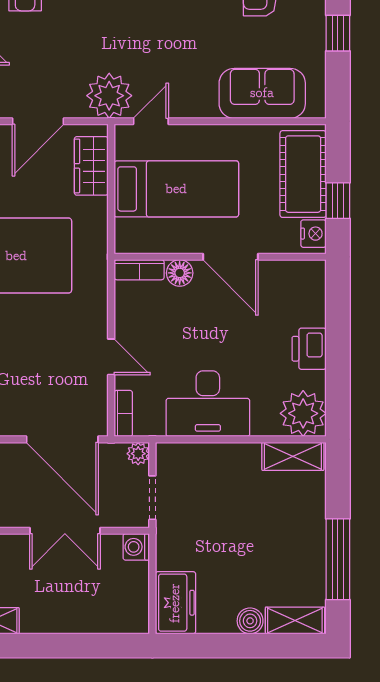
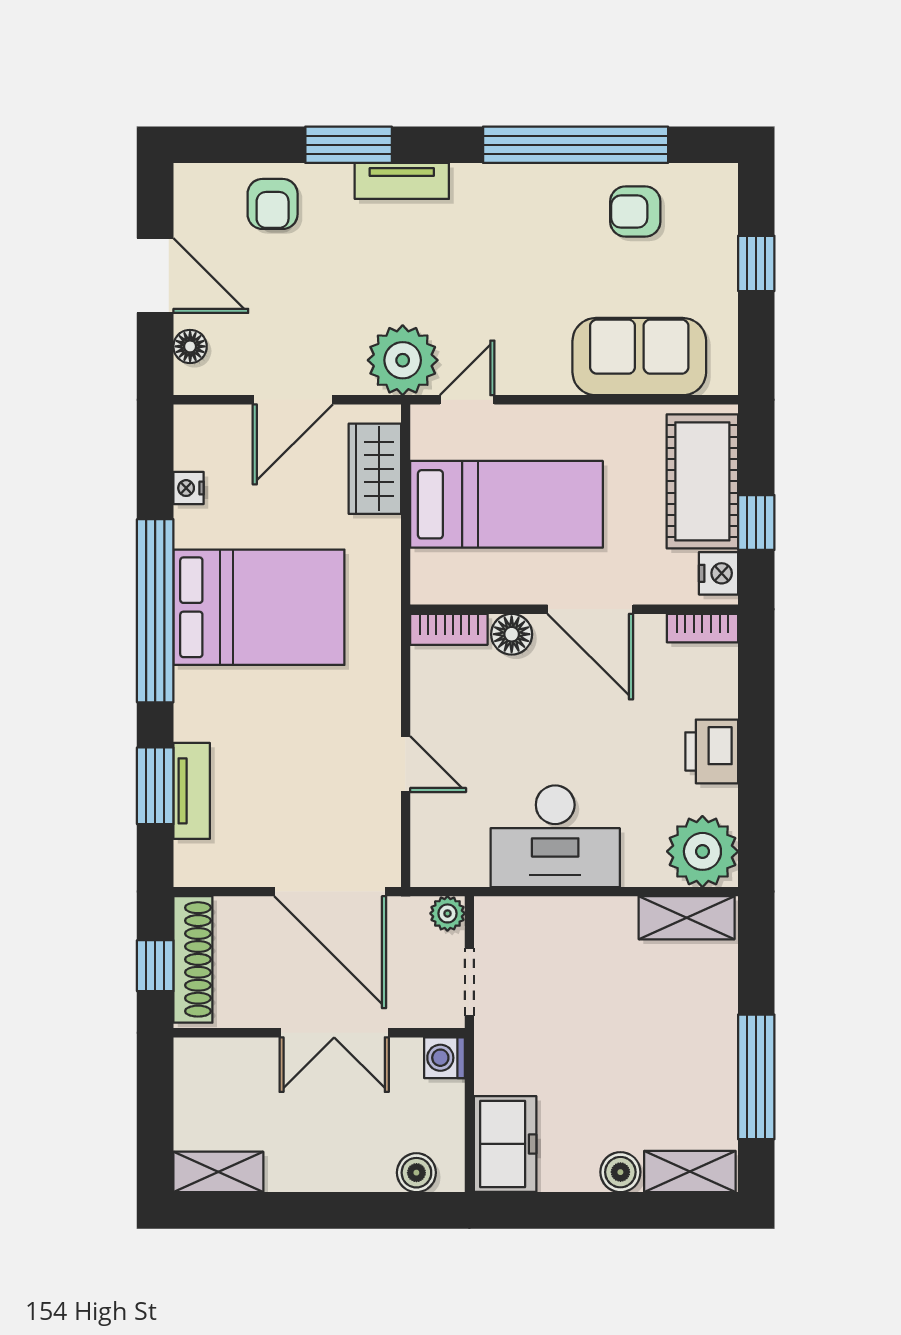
bookcase: (123, 413) -> (702, 628), moved, turned 90
boiler: (118, 621) -> (416, 1173), added

